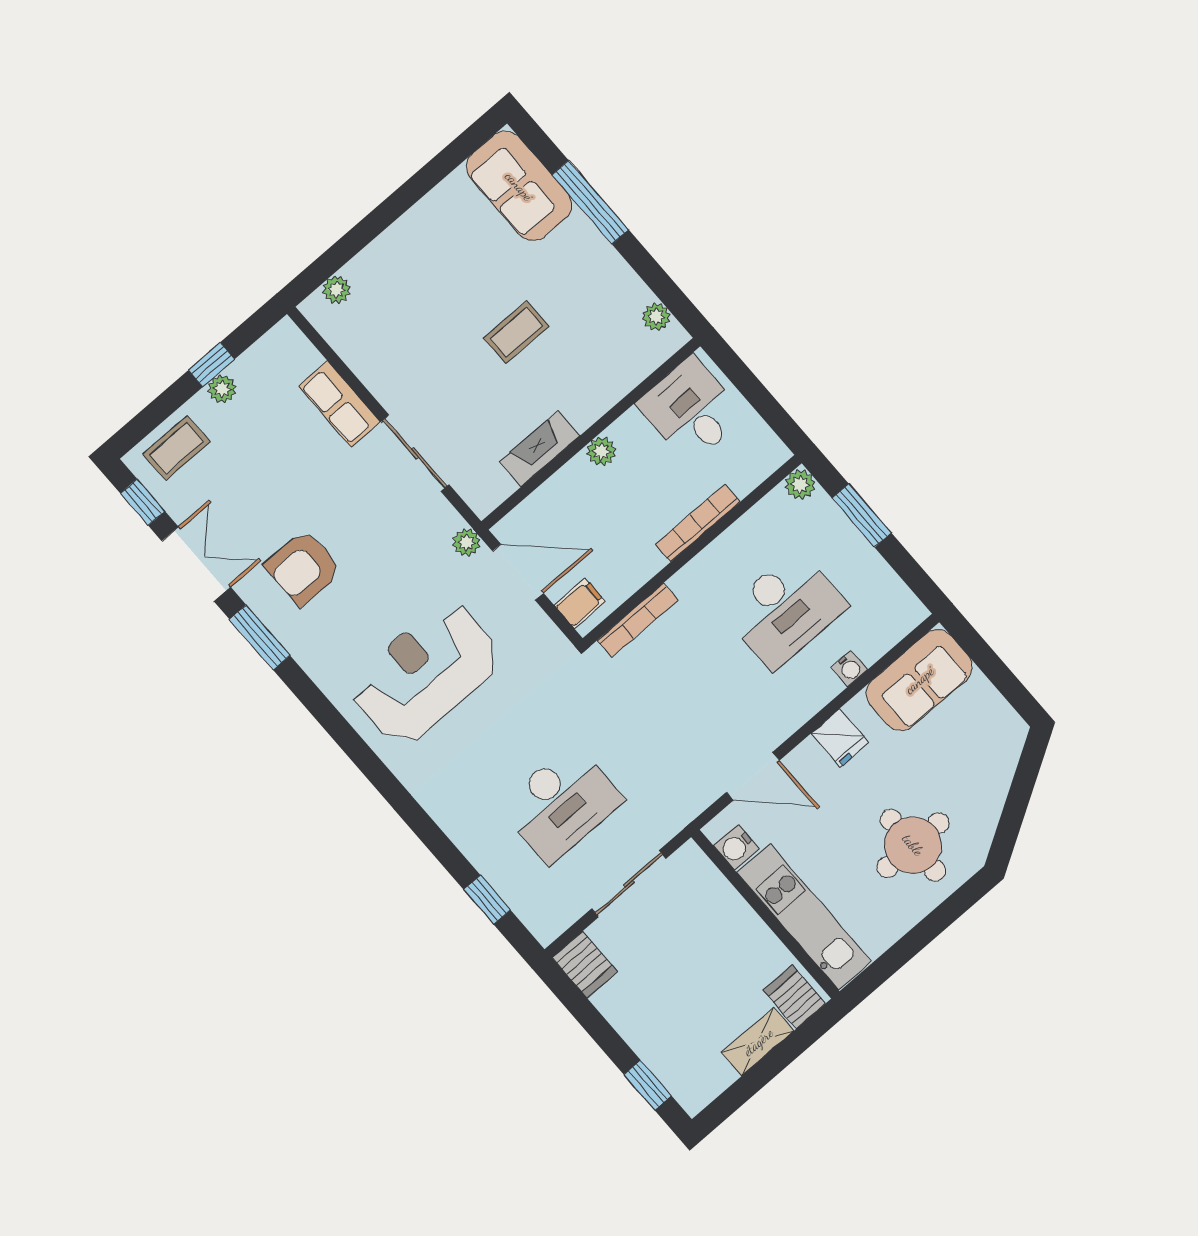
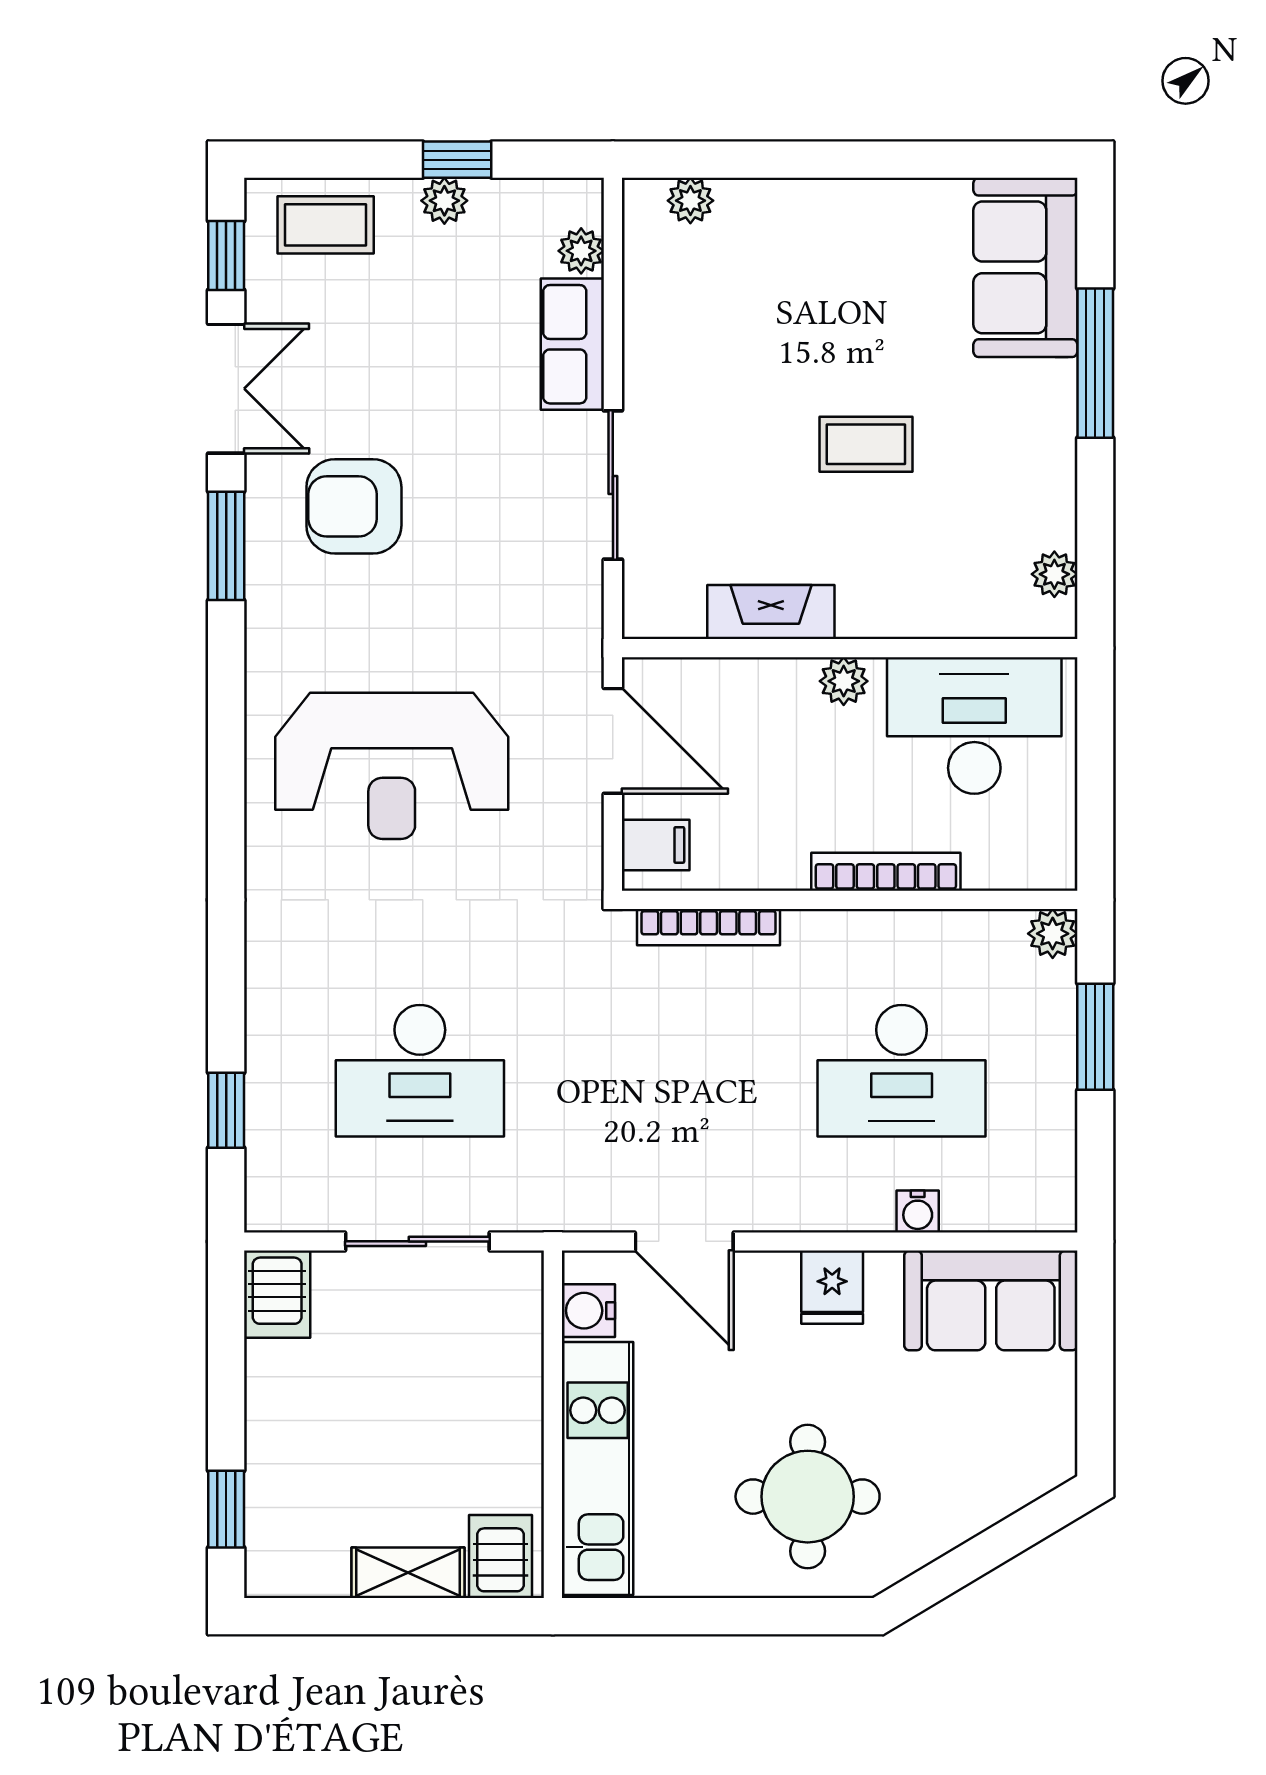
desk: (691, 410) -> (974, 726), width x1.37
plant: (466, 543) -> (581, 251), moved
reception desk: (425, 673) -> (392, 766), turned 180

